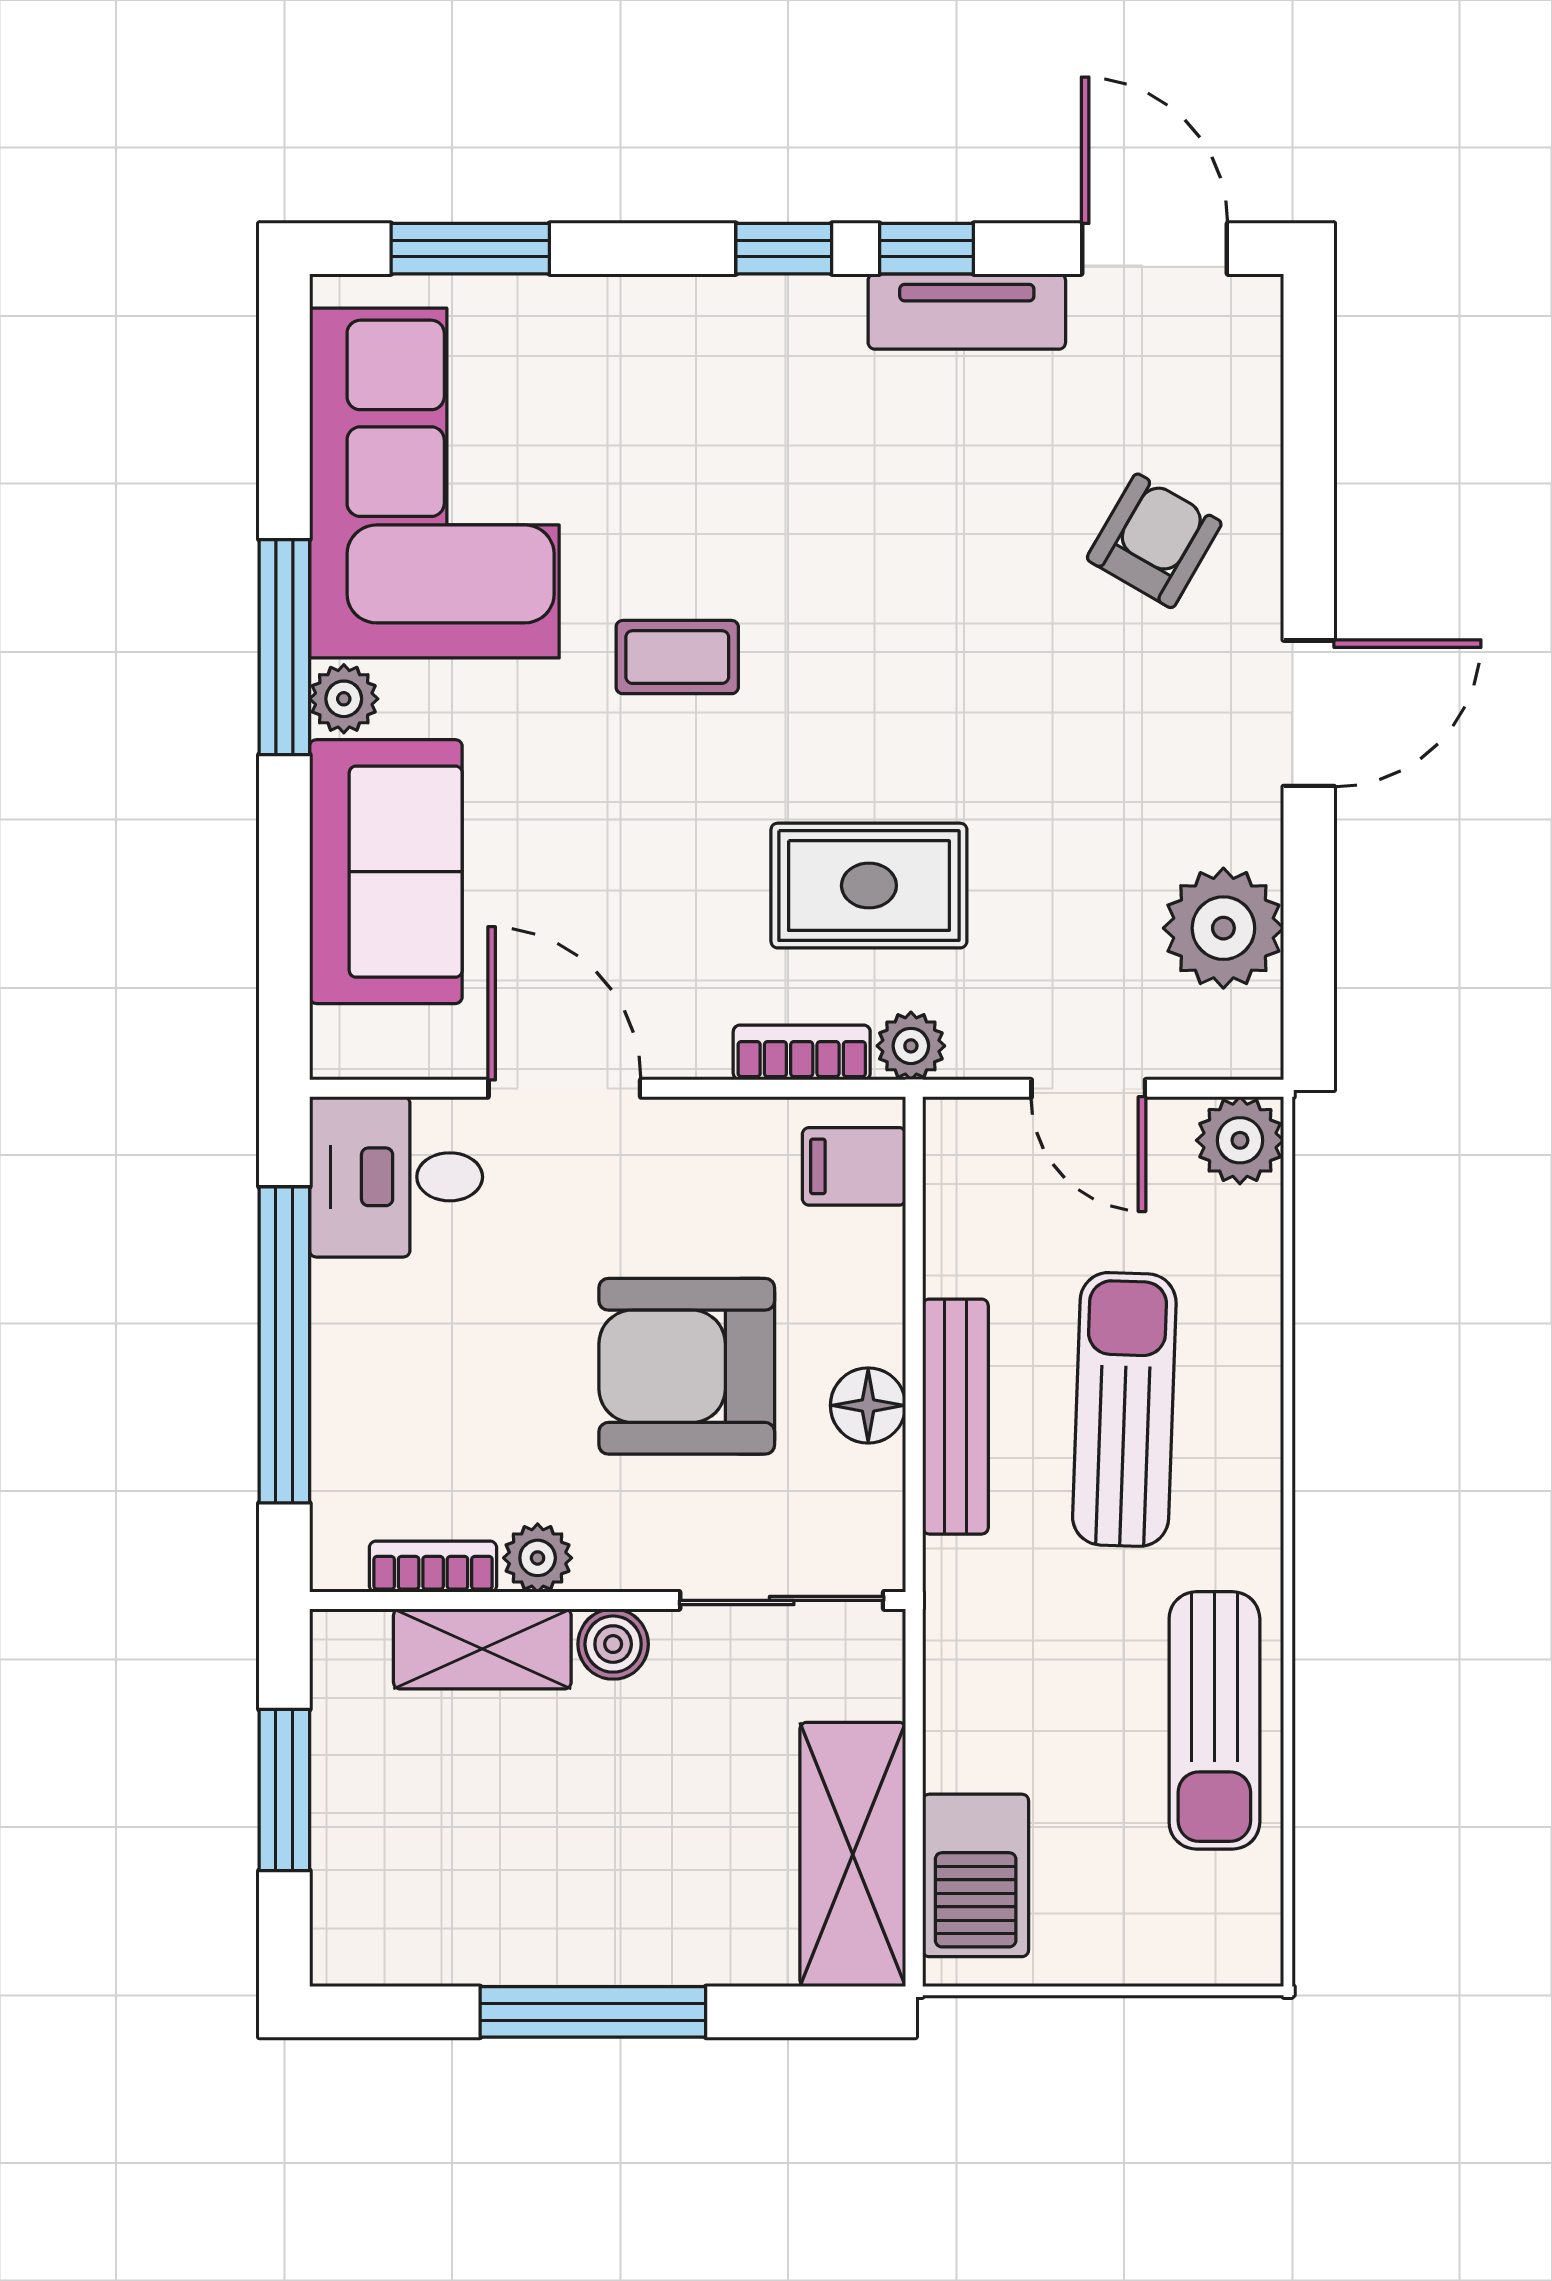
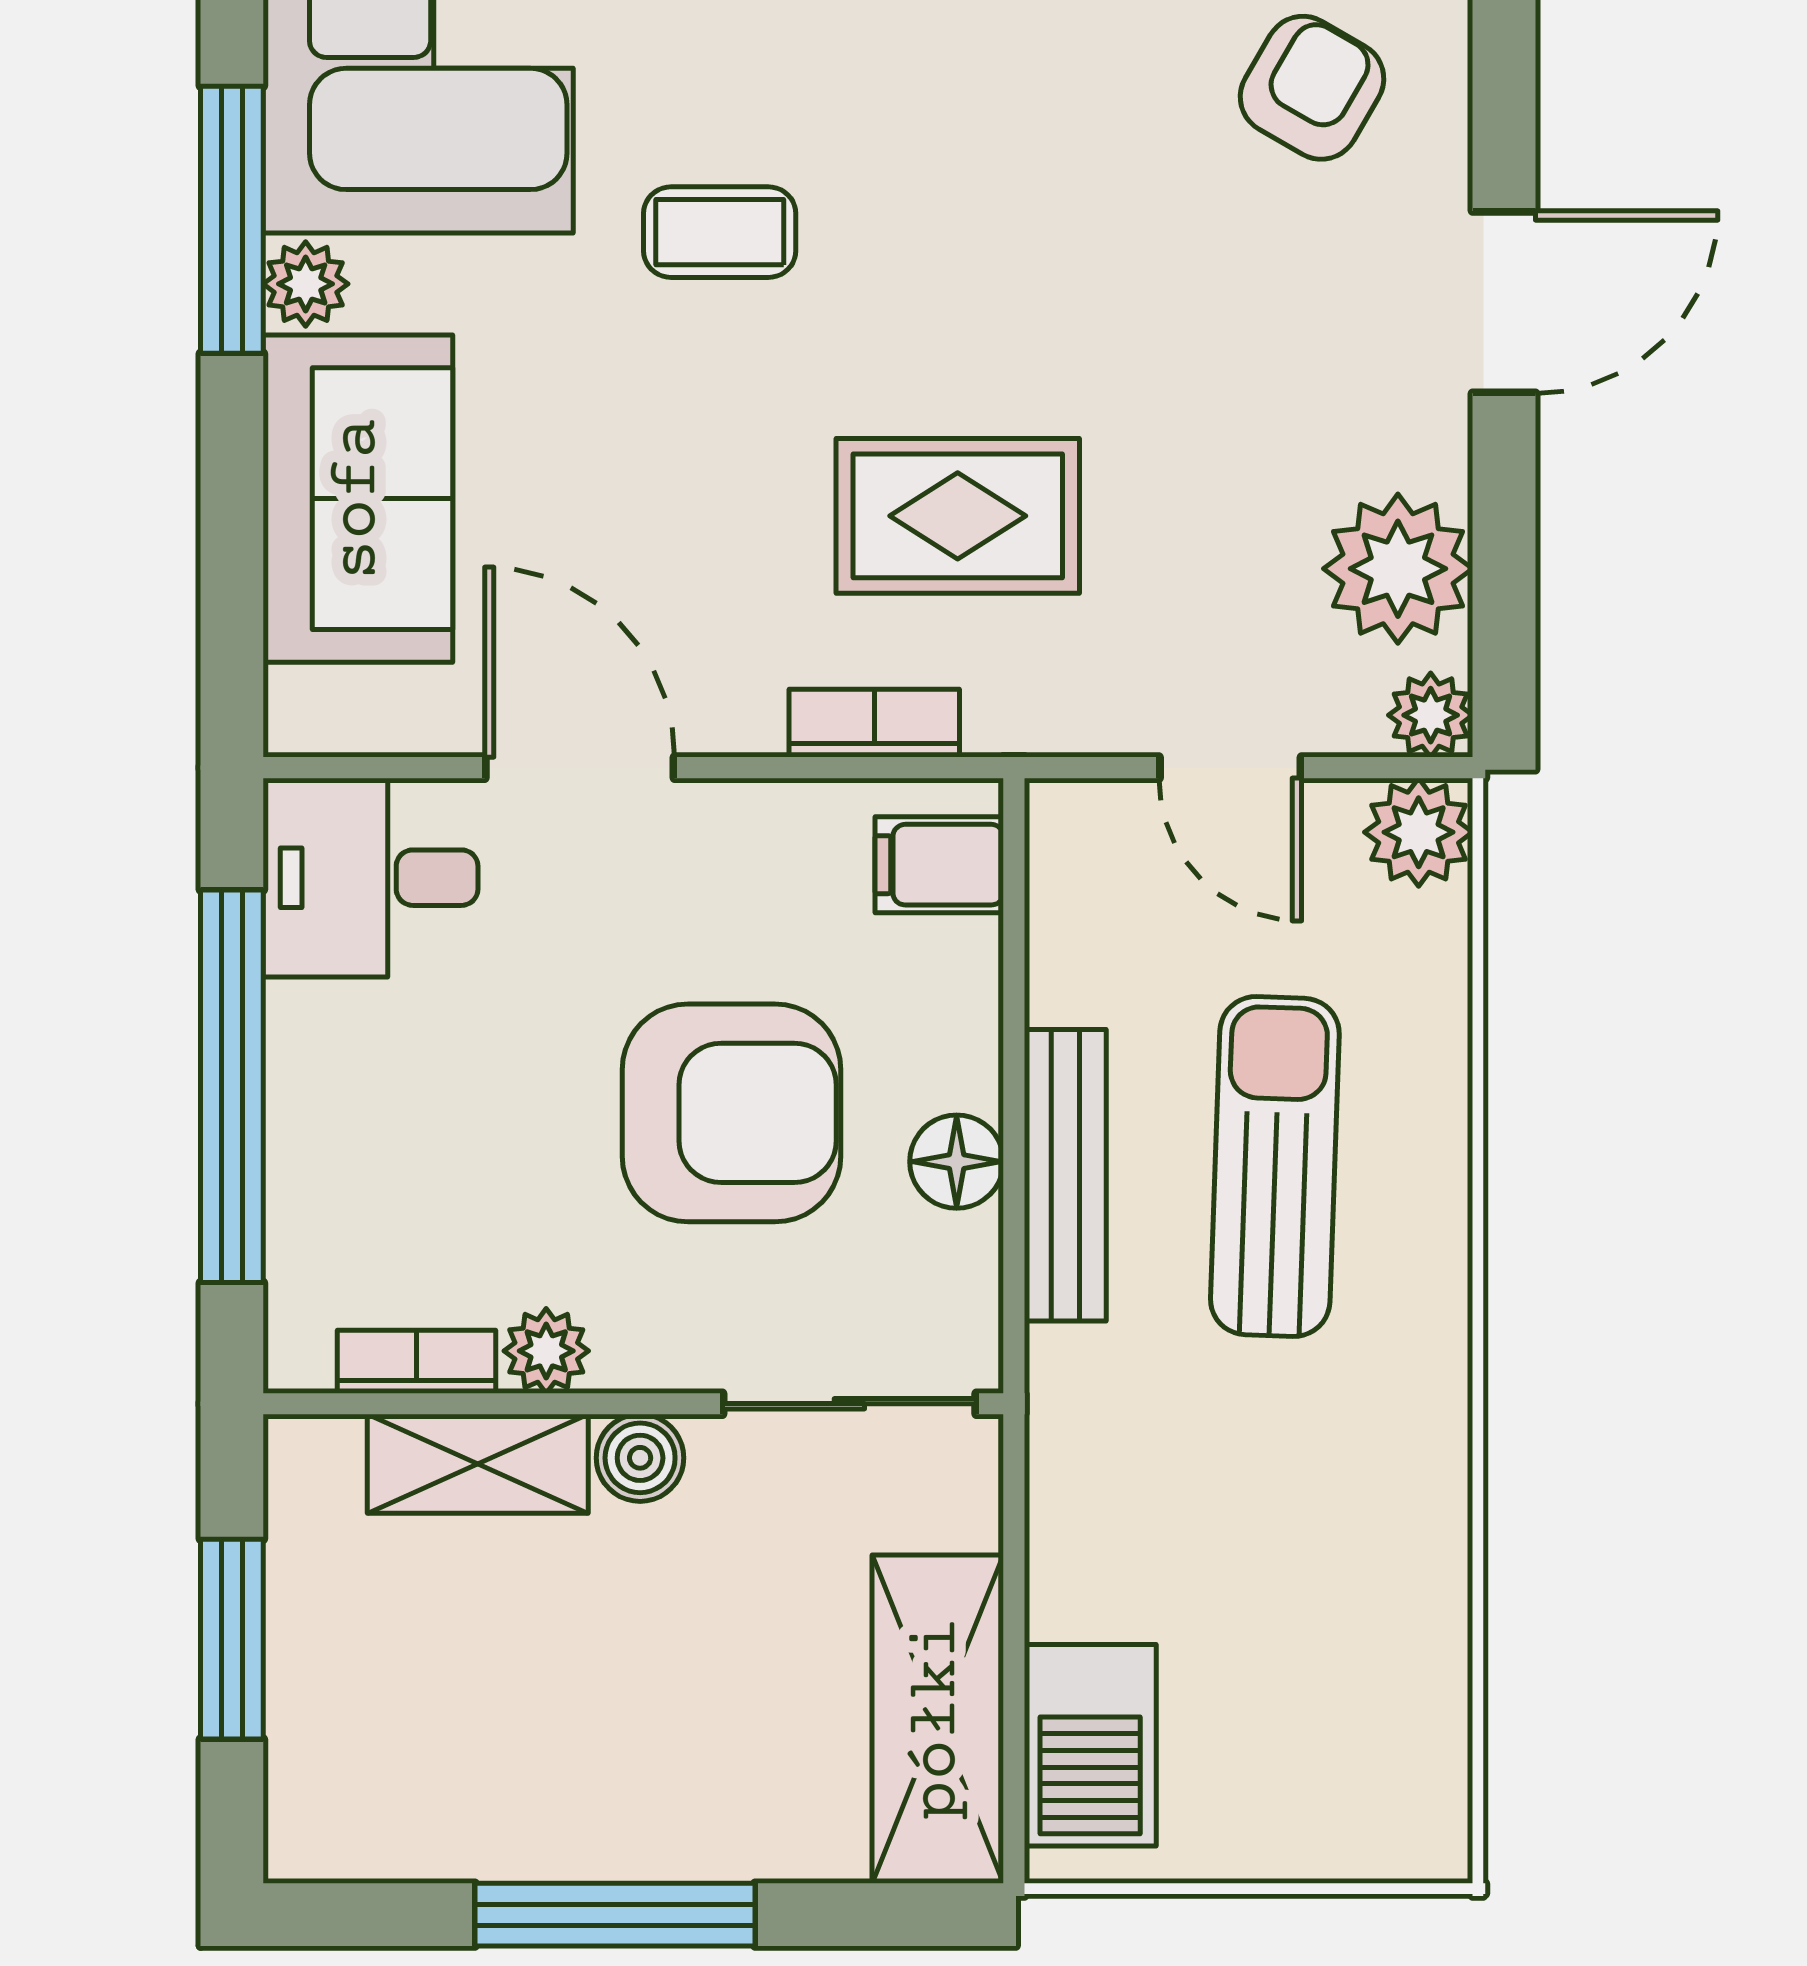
plant: (911, 1046) -> (1431, 715), moved
armchair: (687, 1366) -> (731, 1113), turned 180
sun lounger: (1214, 1720) -> (1387, 1553), removed

